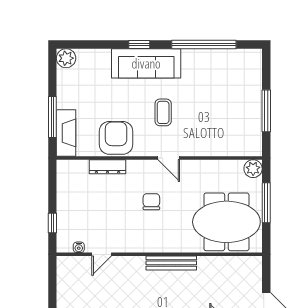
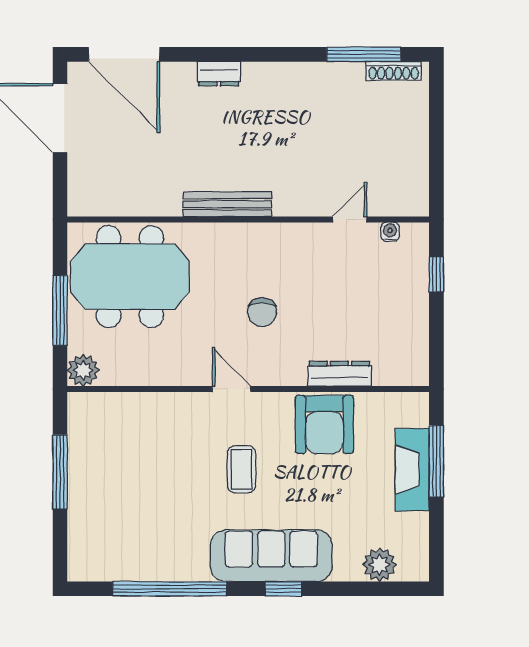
plant: (66, 58) -> (380, 565), moved
fireplace: (66, 133) -> (412, 470), moved

